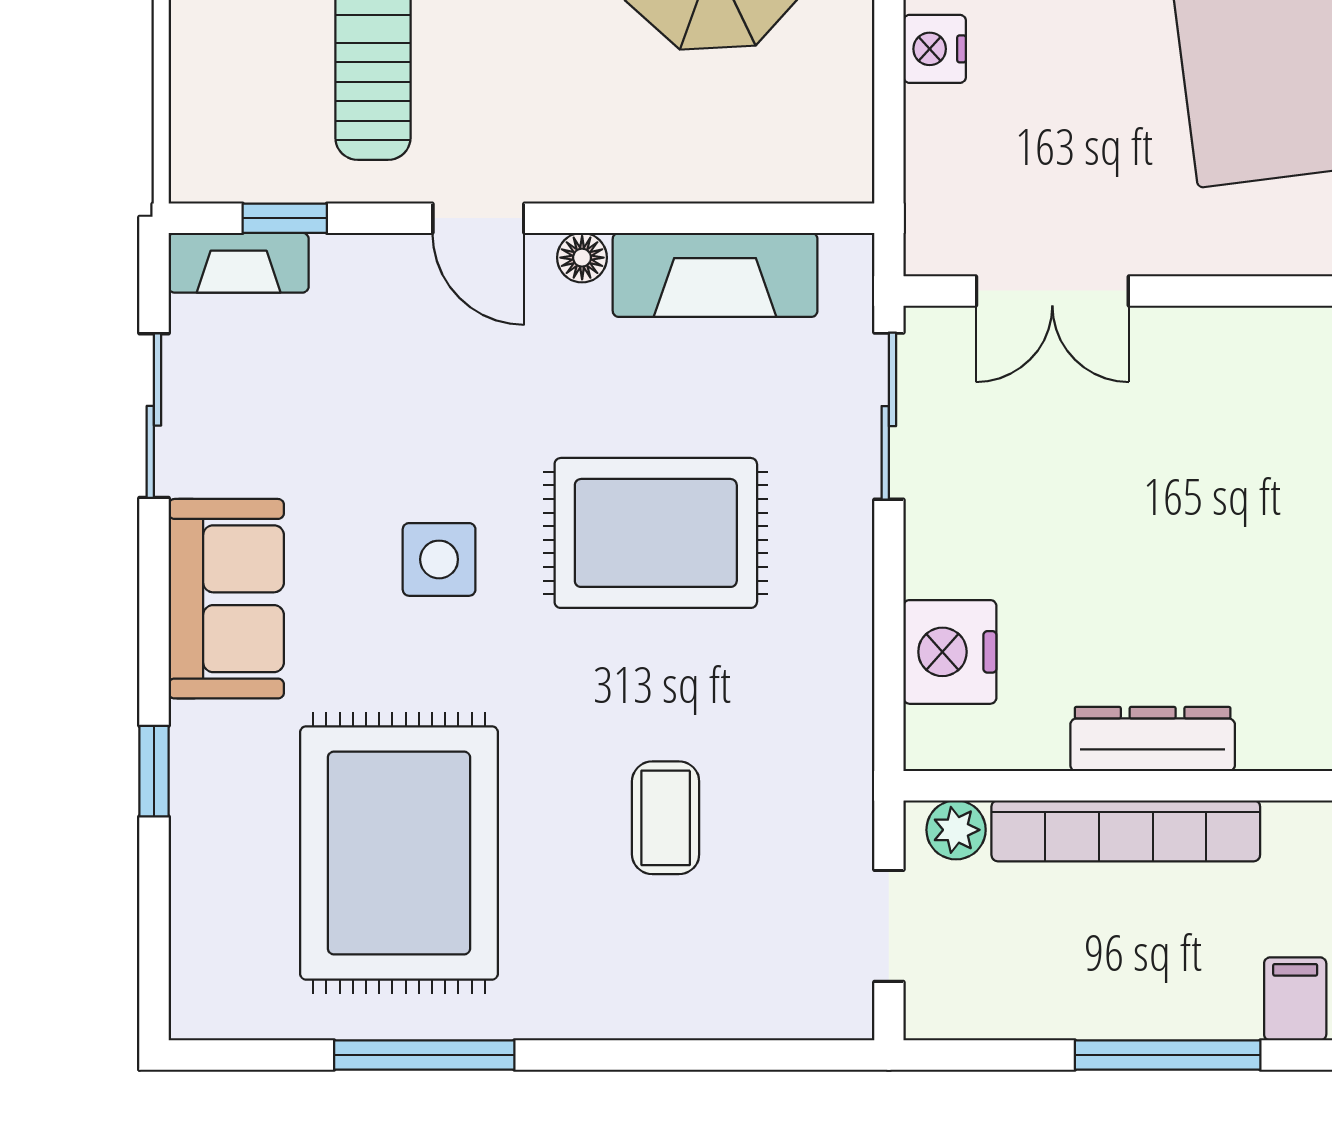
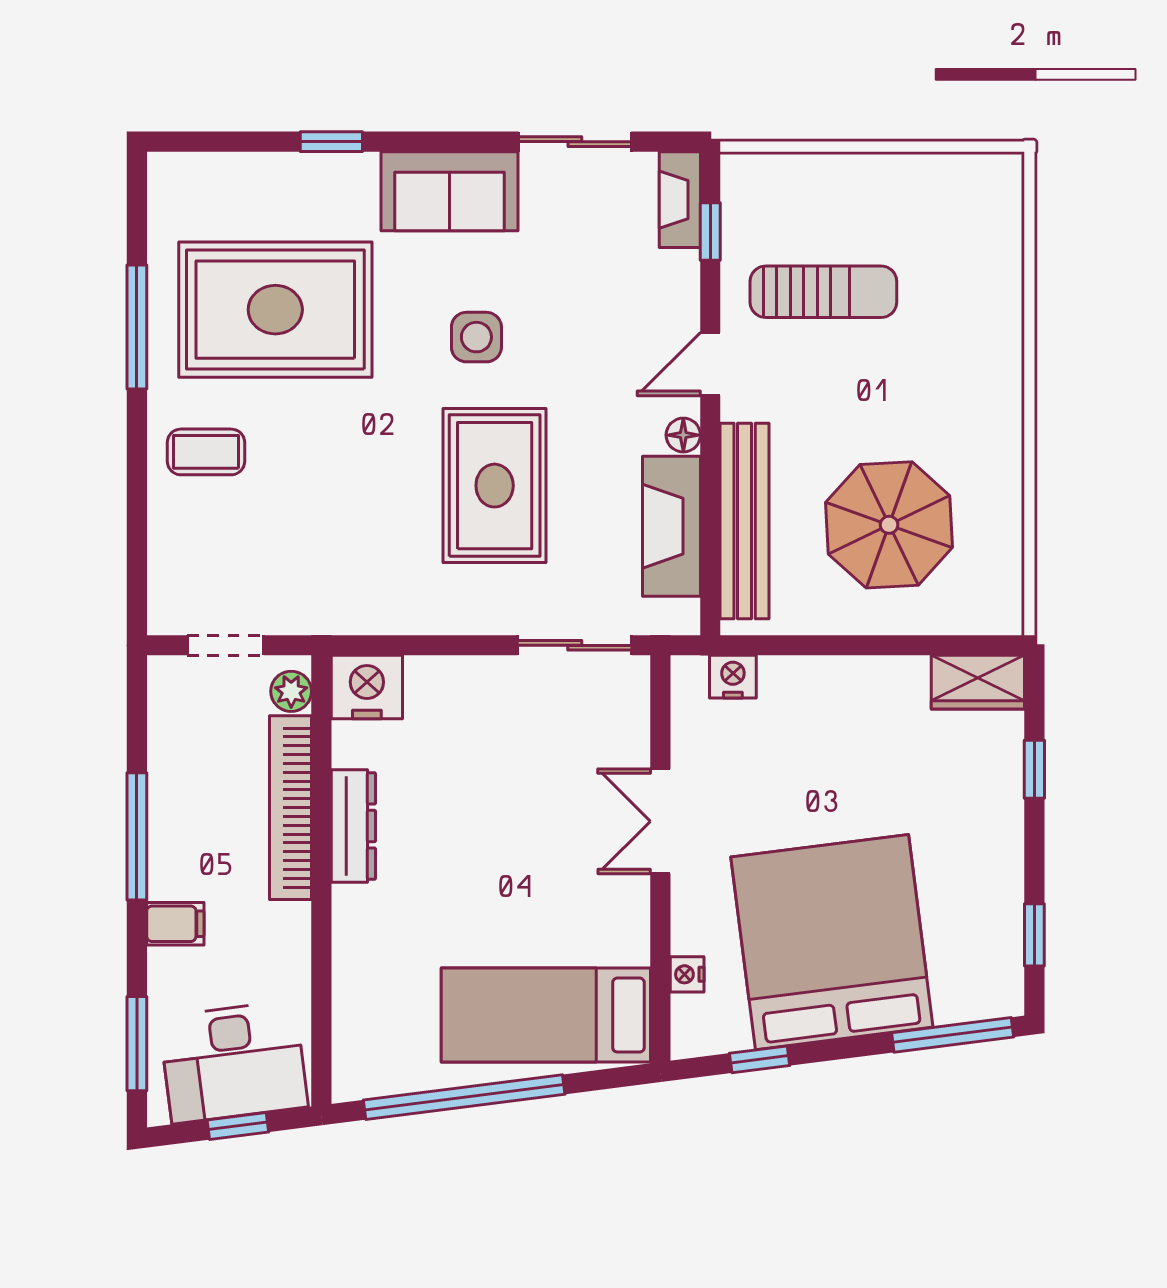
nightstand: (935, 49) -> (733, 677), moved
bench: (707, 168) -> (745, 521), added
double door: (1052, 291) -> (660, 821), moved
nightstand: (950, 652) -> (367, 687), moved
coffee table: (666, 818) -> (206, 452), moved

